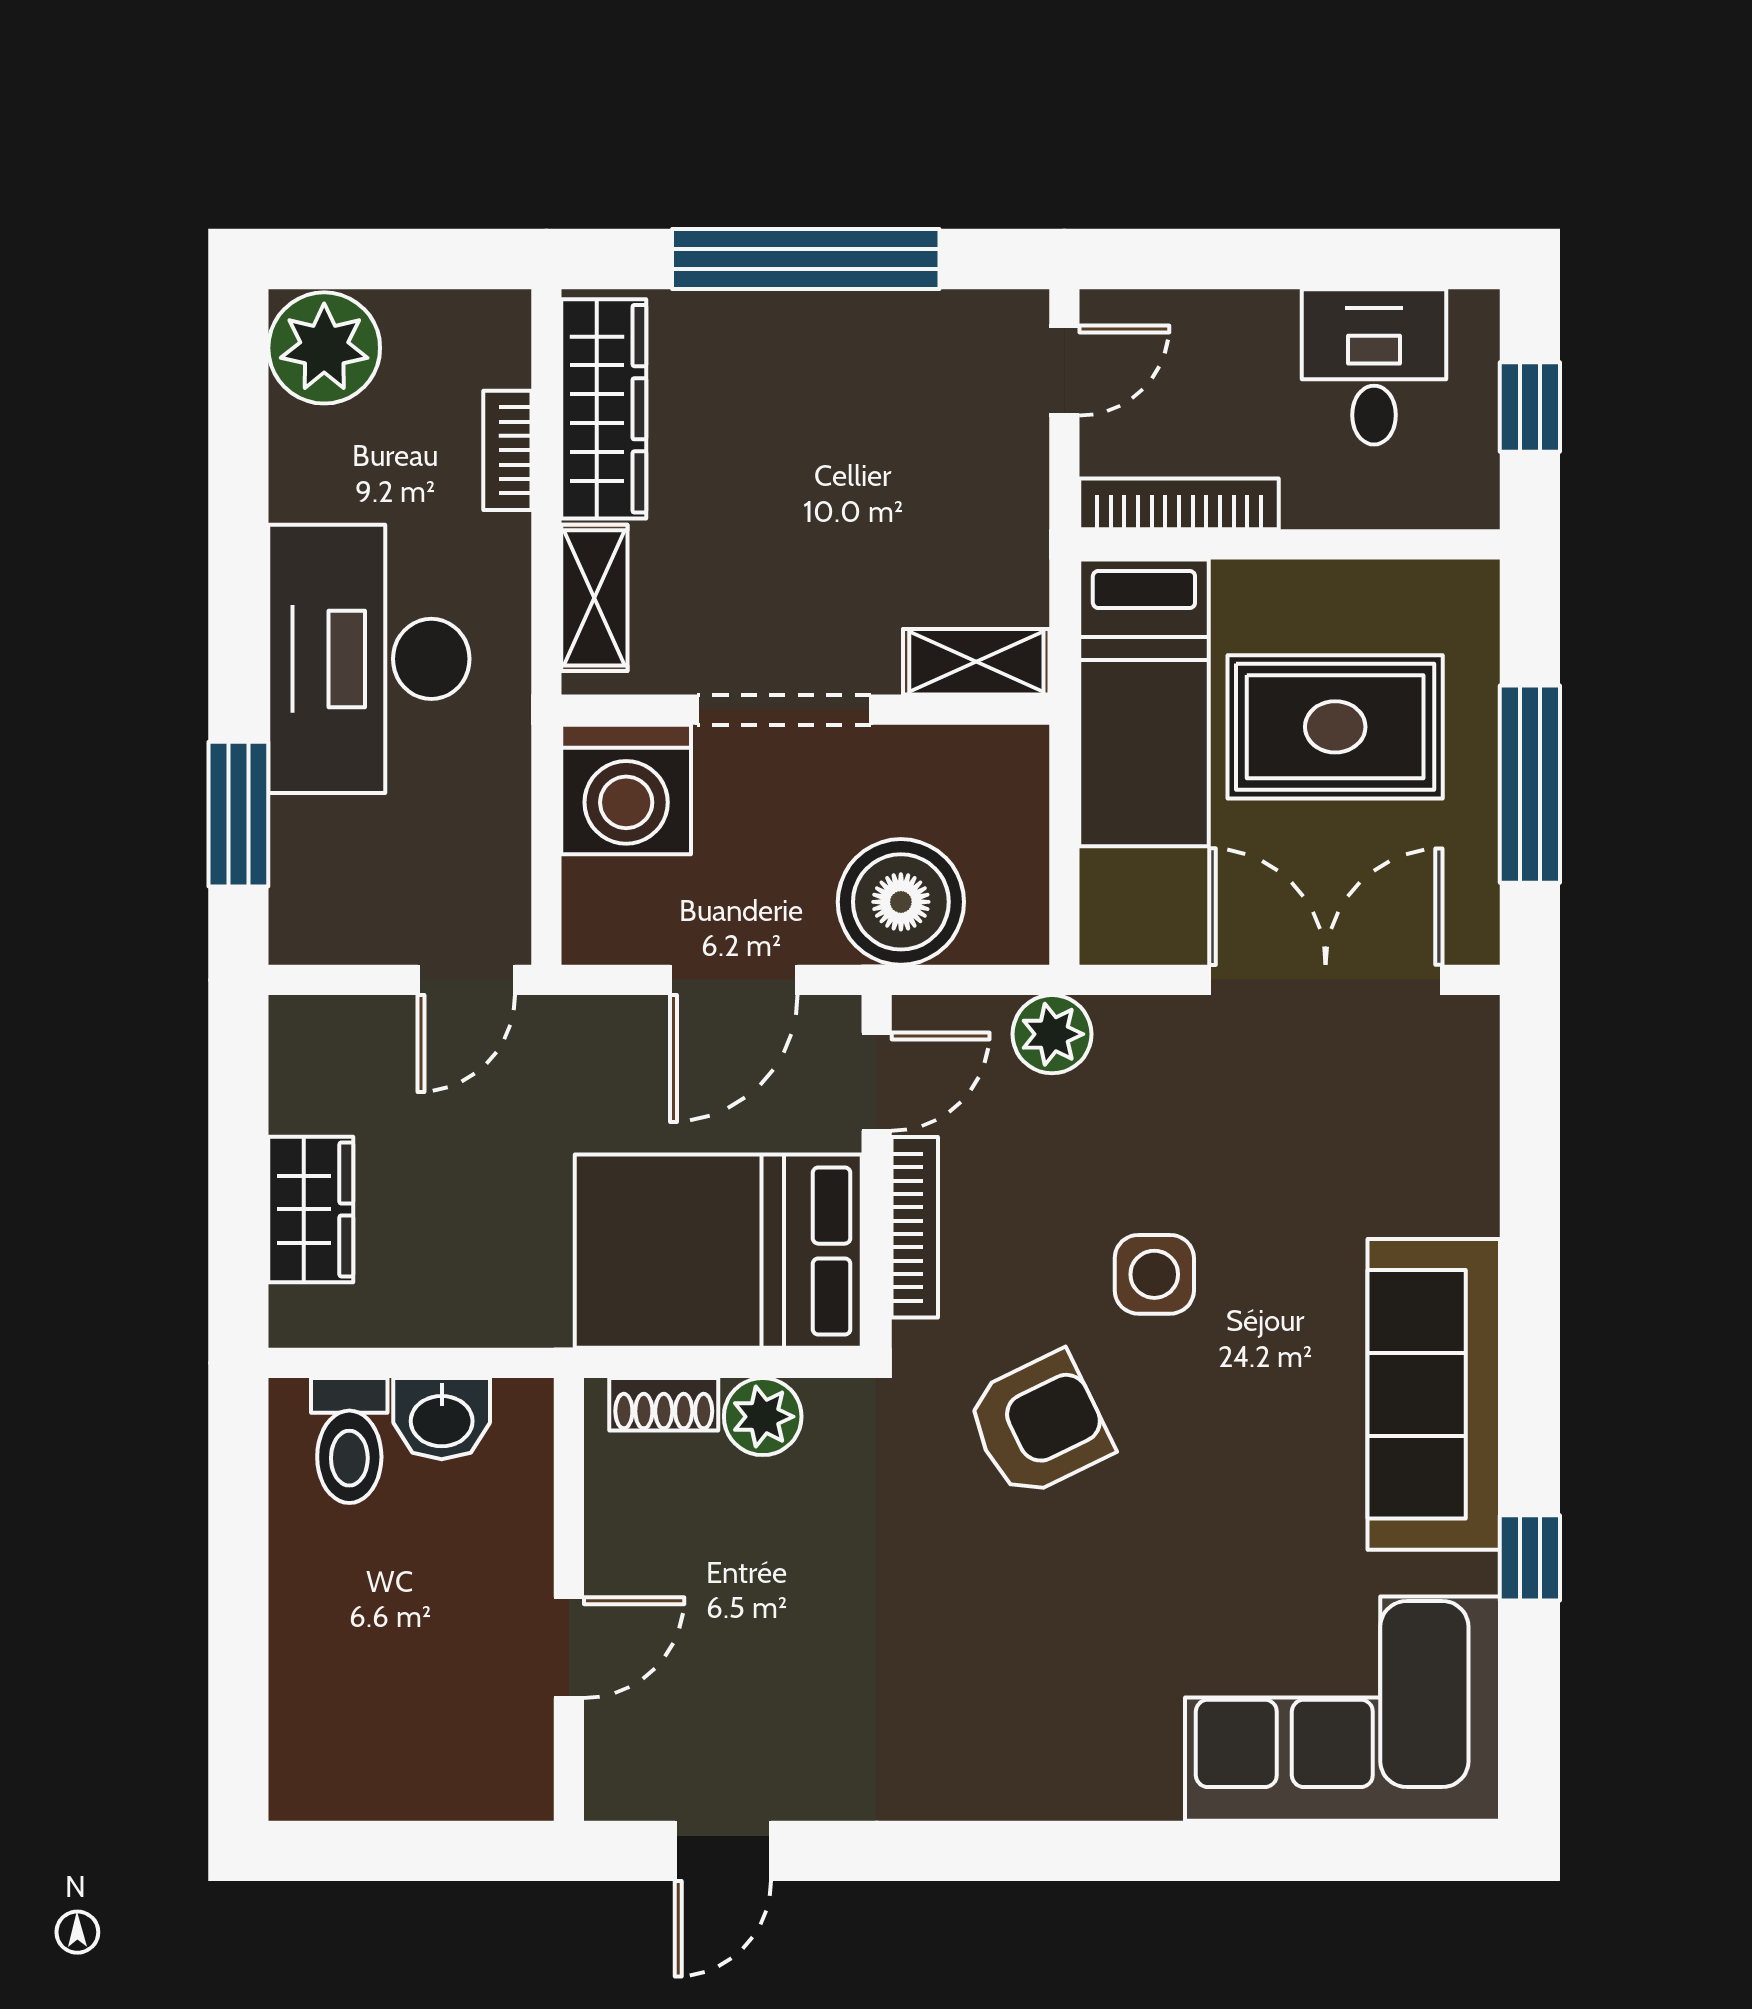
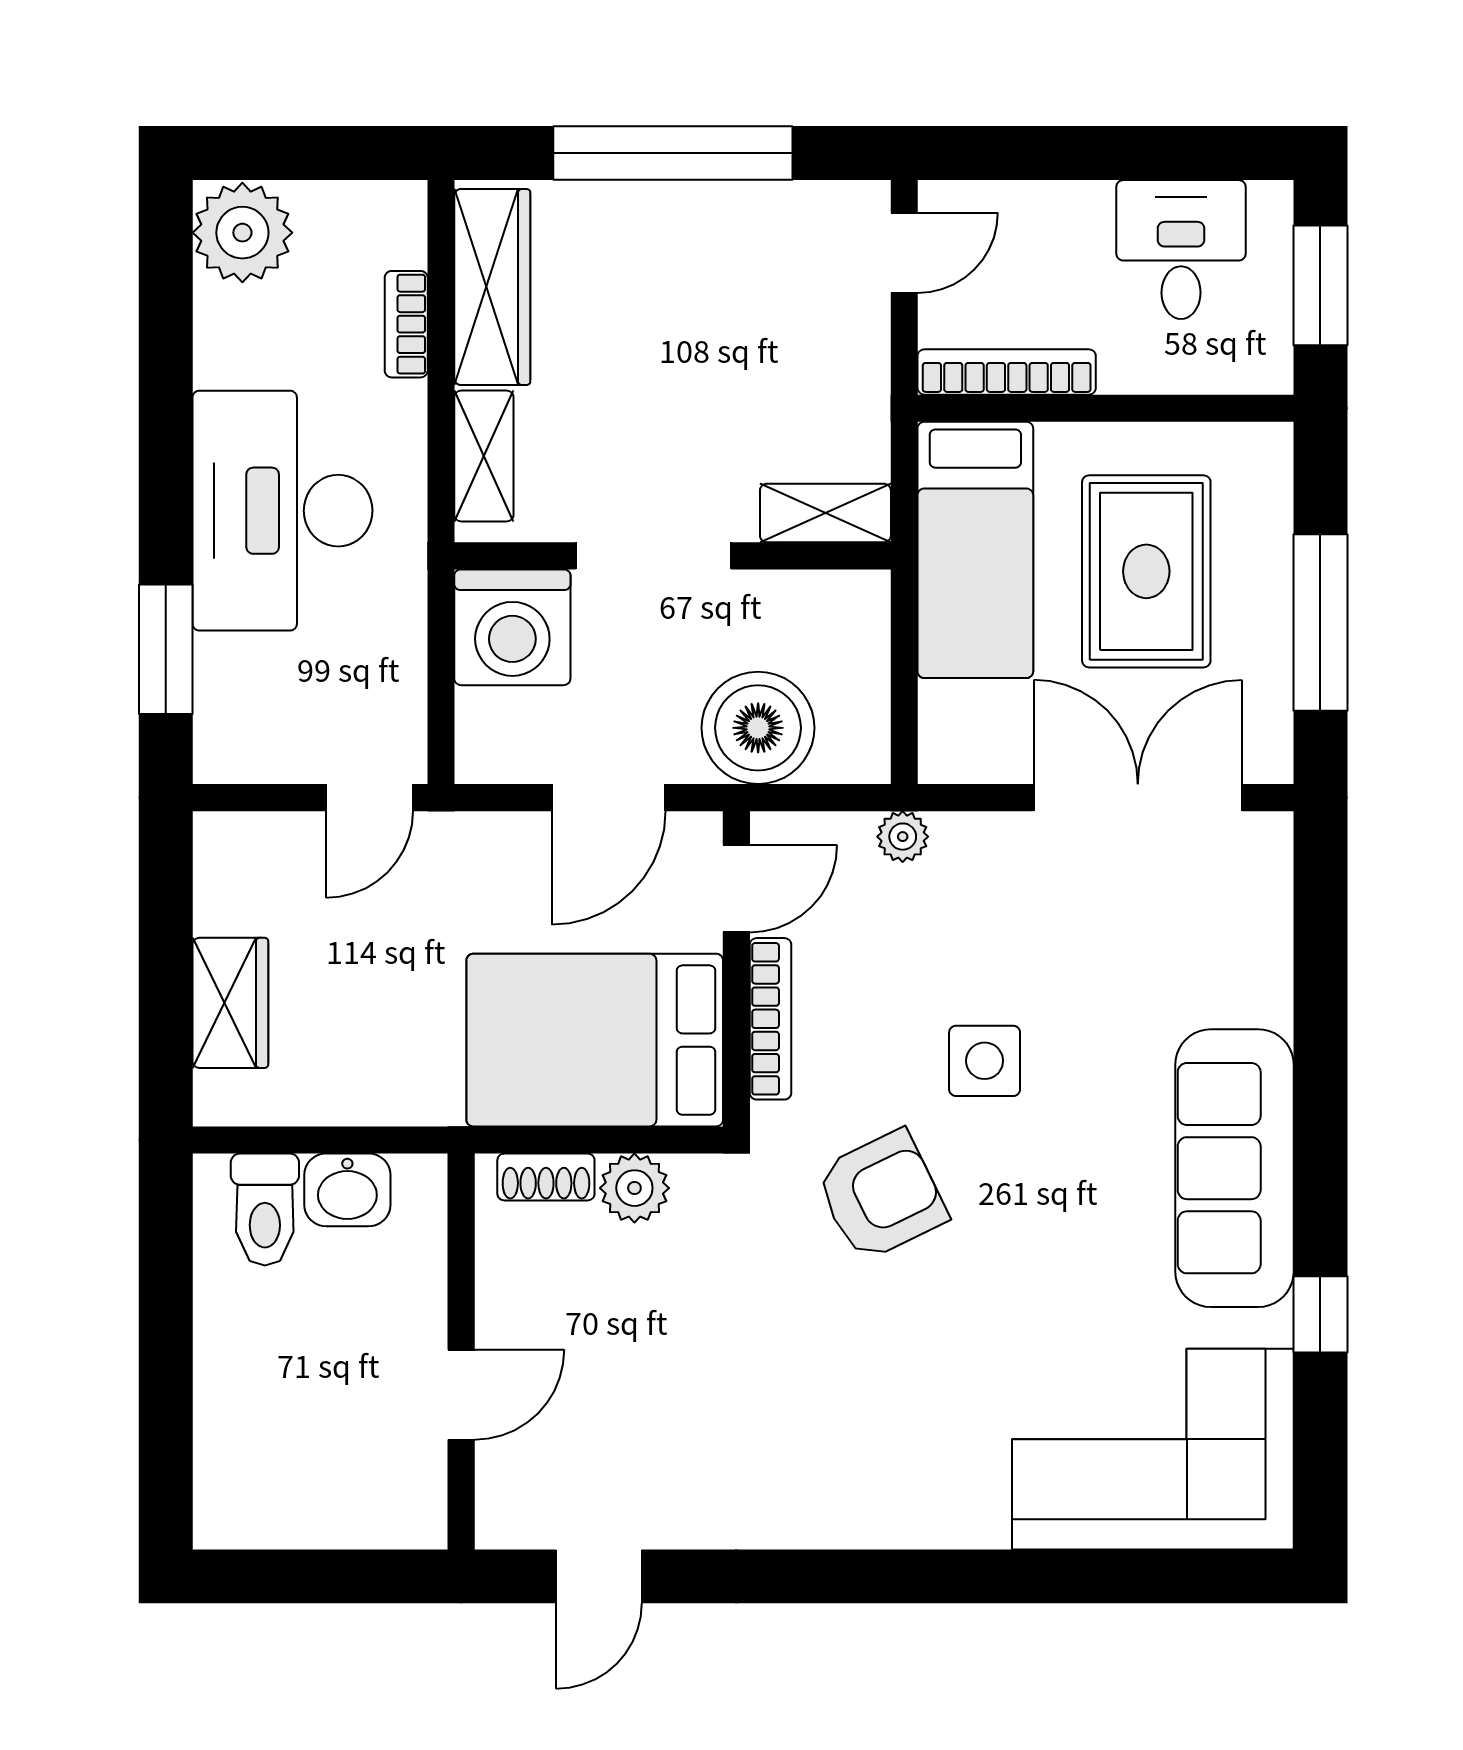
window: (1530, 407) -> (1320, 285), width x1.50
rug: (1335, 727) -> (1146, 571), turned 90
plant: (1052, 1034) -> (903, 837), width x0.73, depth x0.73

